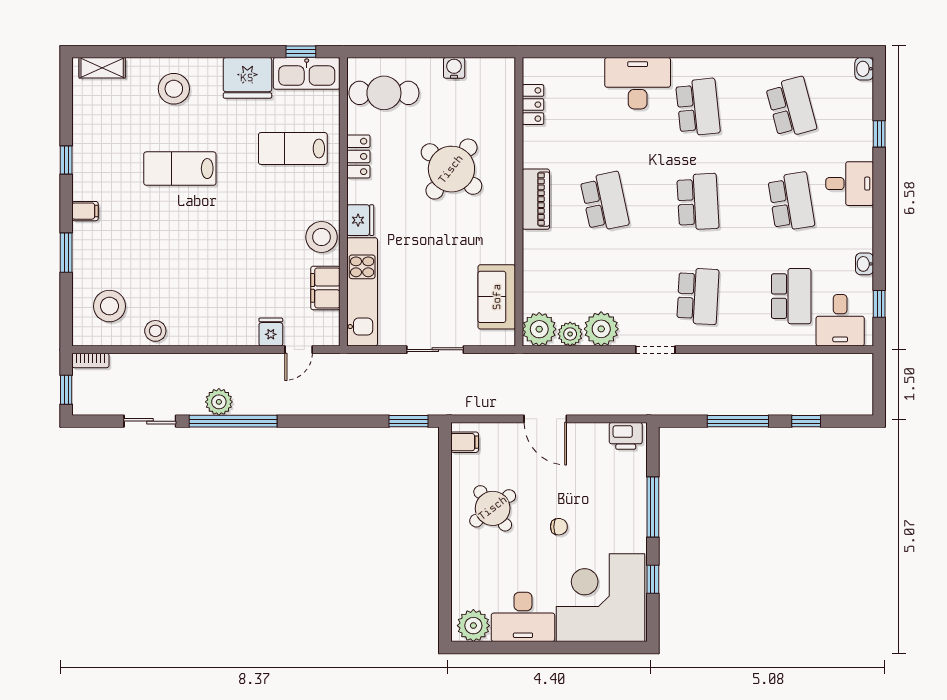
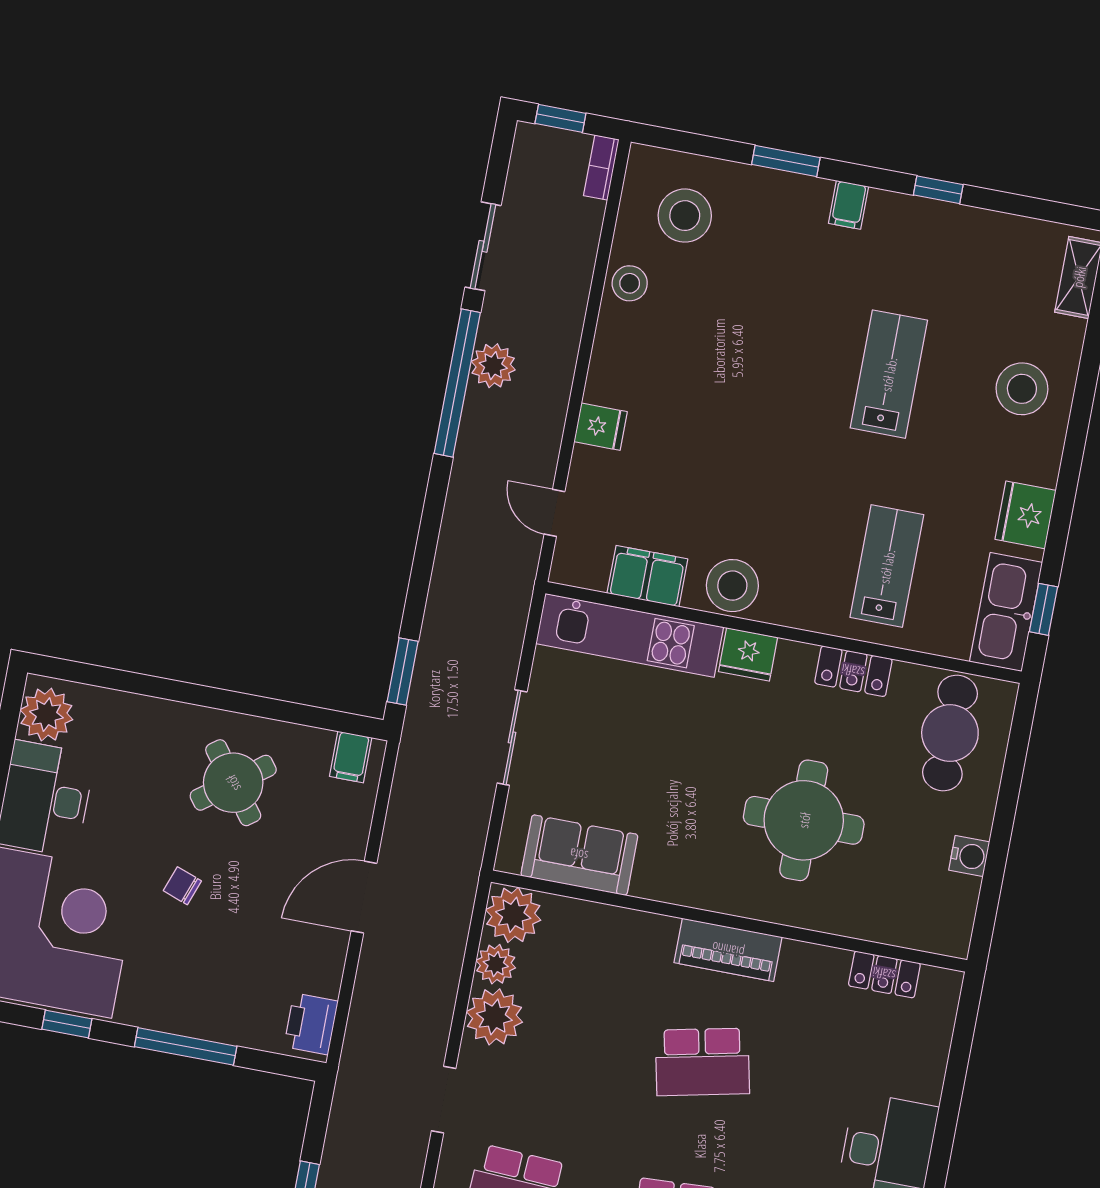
fridge: (247, 78) -> (1026, 515), width x0.73, depth x0.75
round table: (451, 169) -> (804, 820), turned -38
fridge: (271, 332) -> (601, 427), moved
chair: (559, 527) -> (182, 886), turned 110

